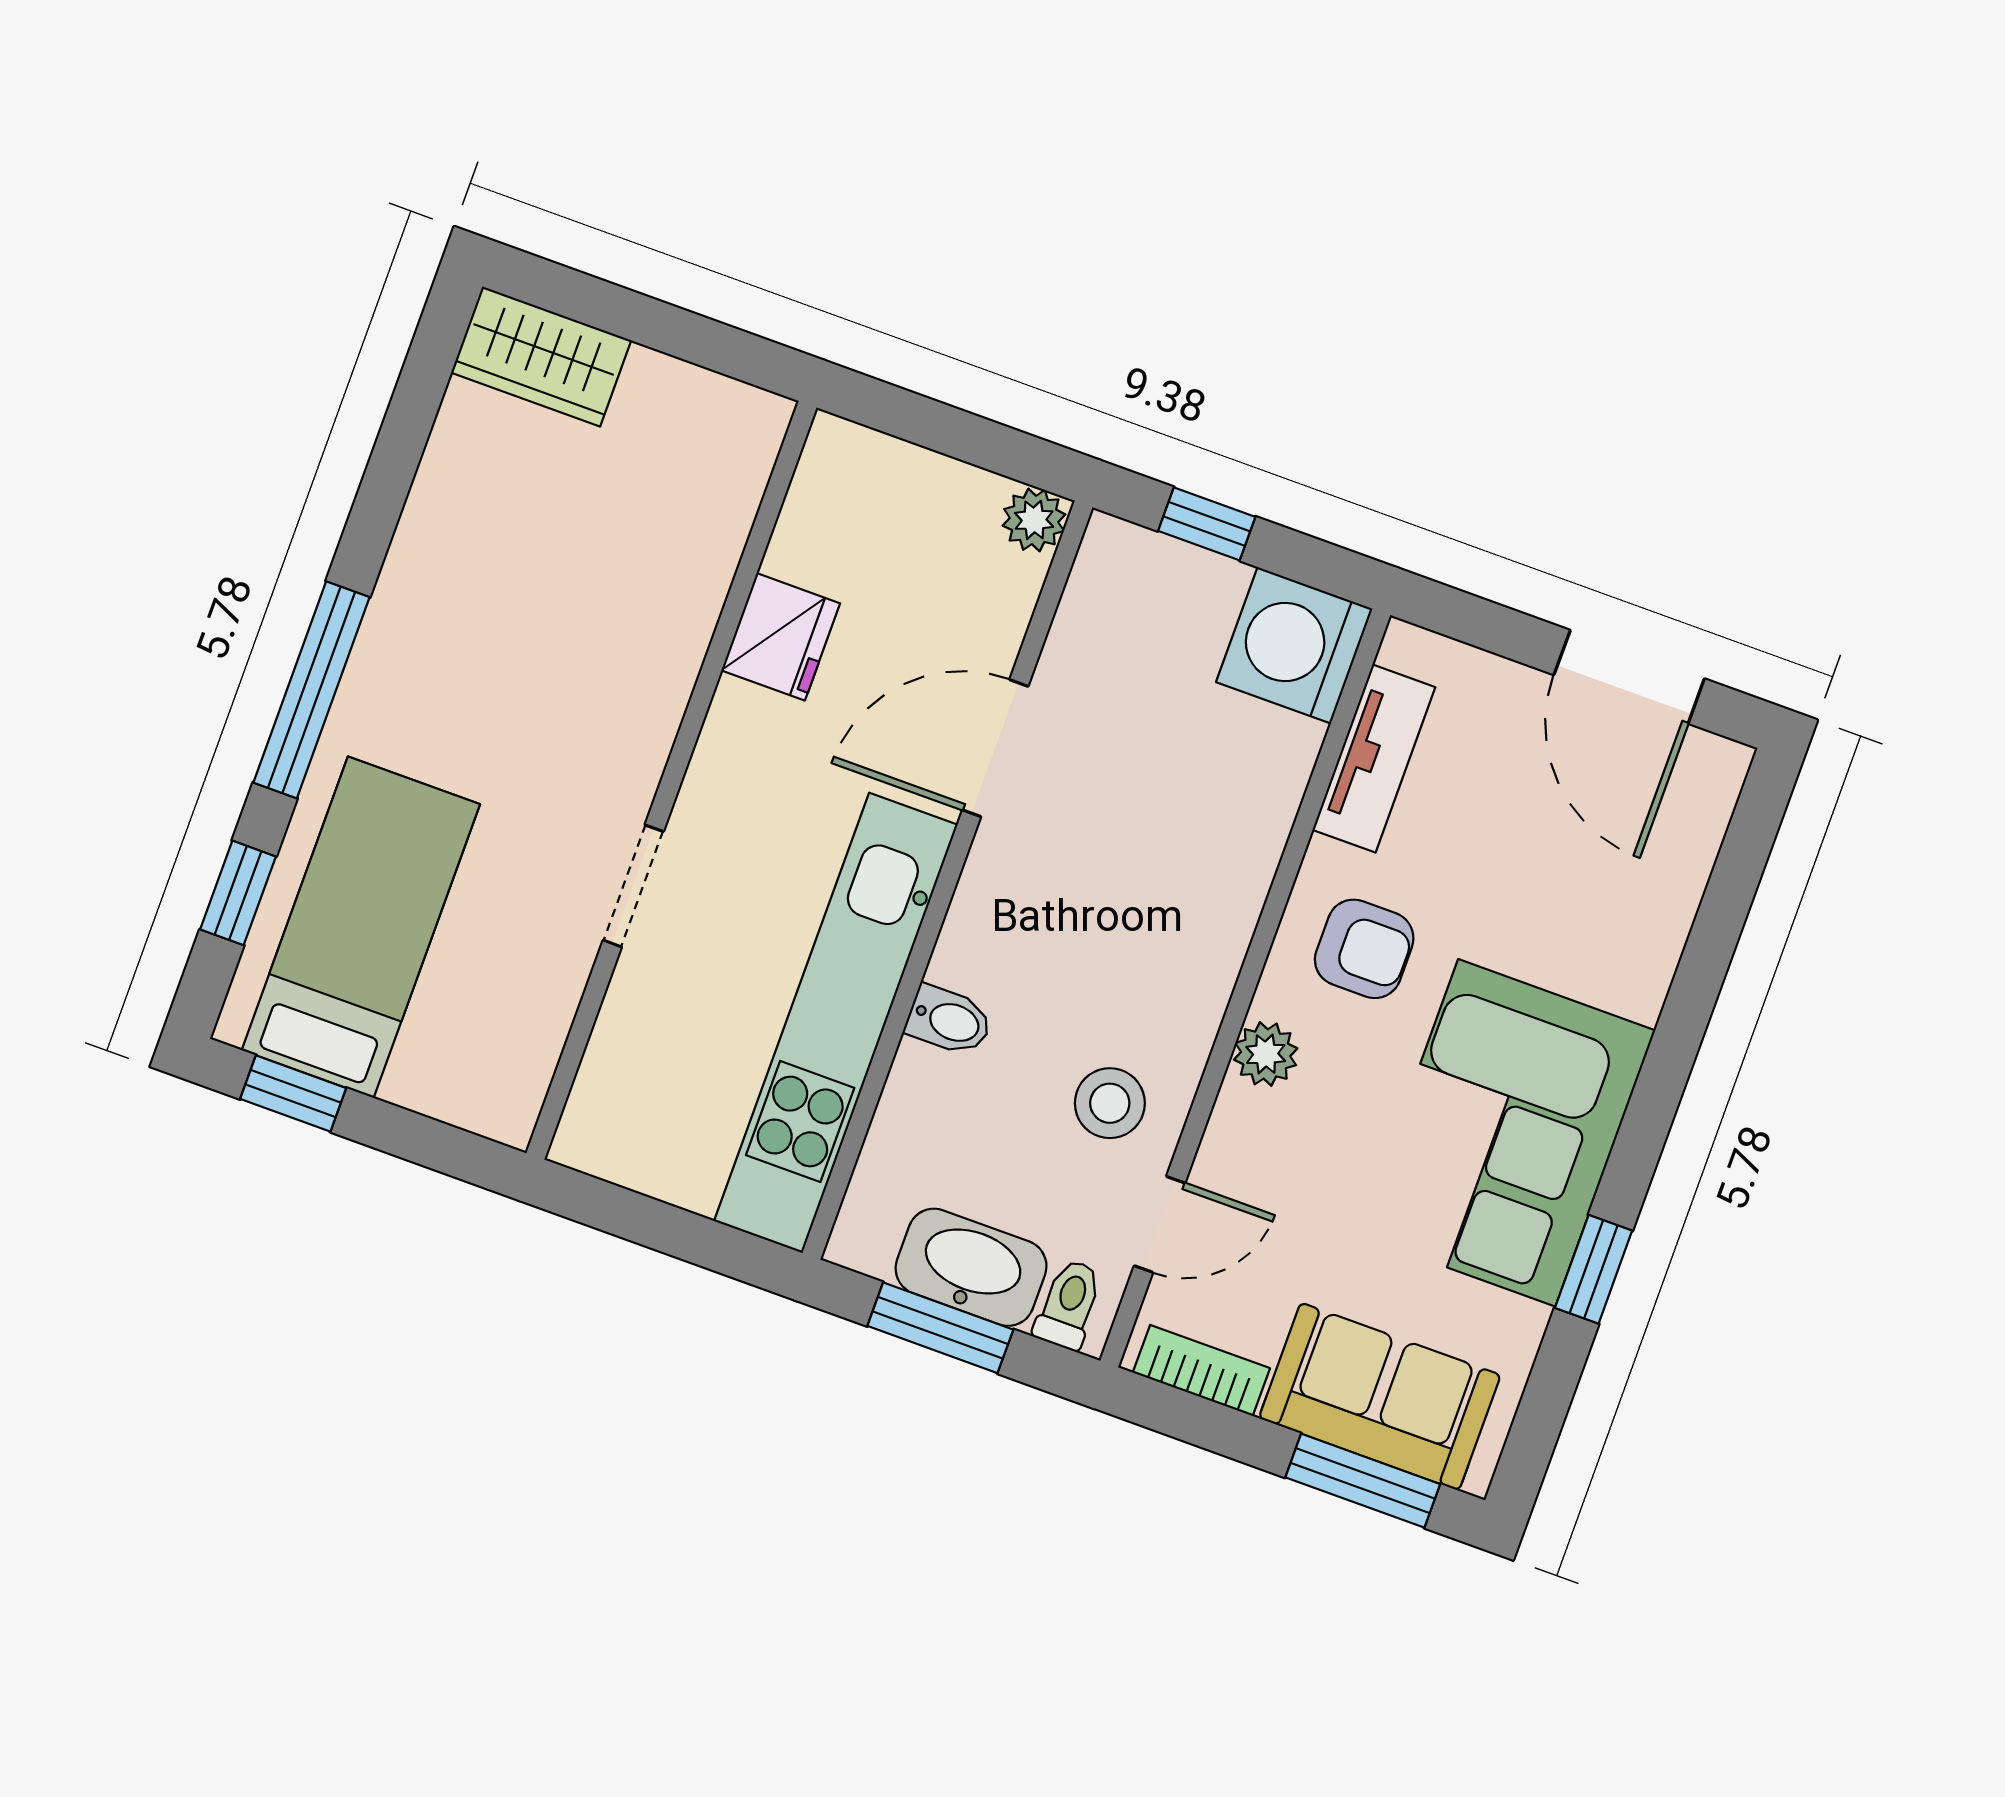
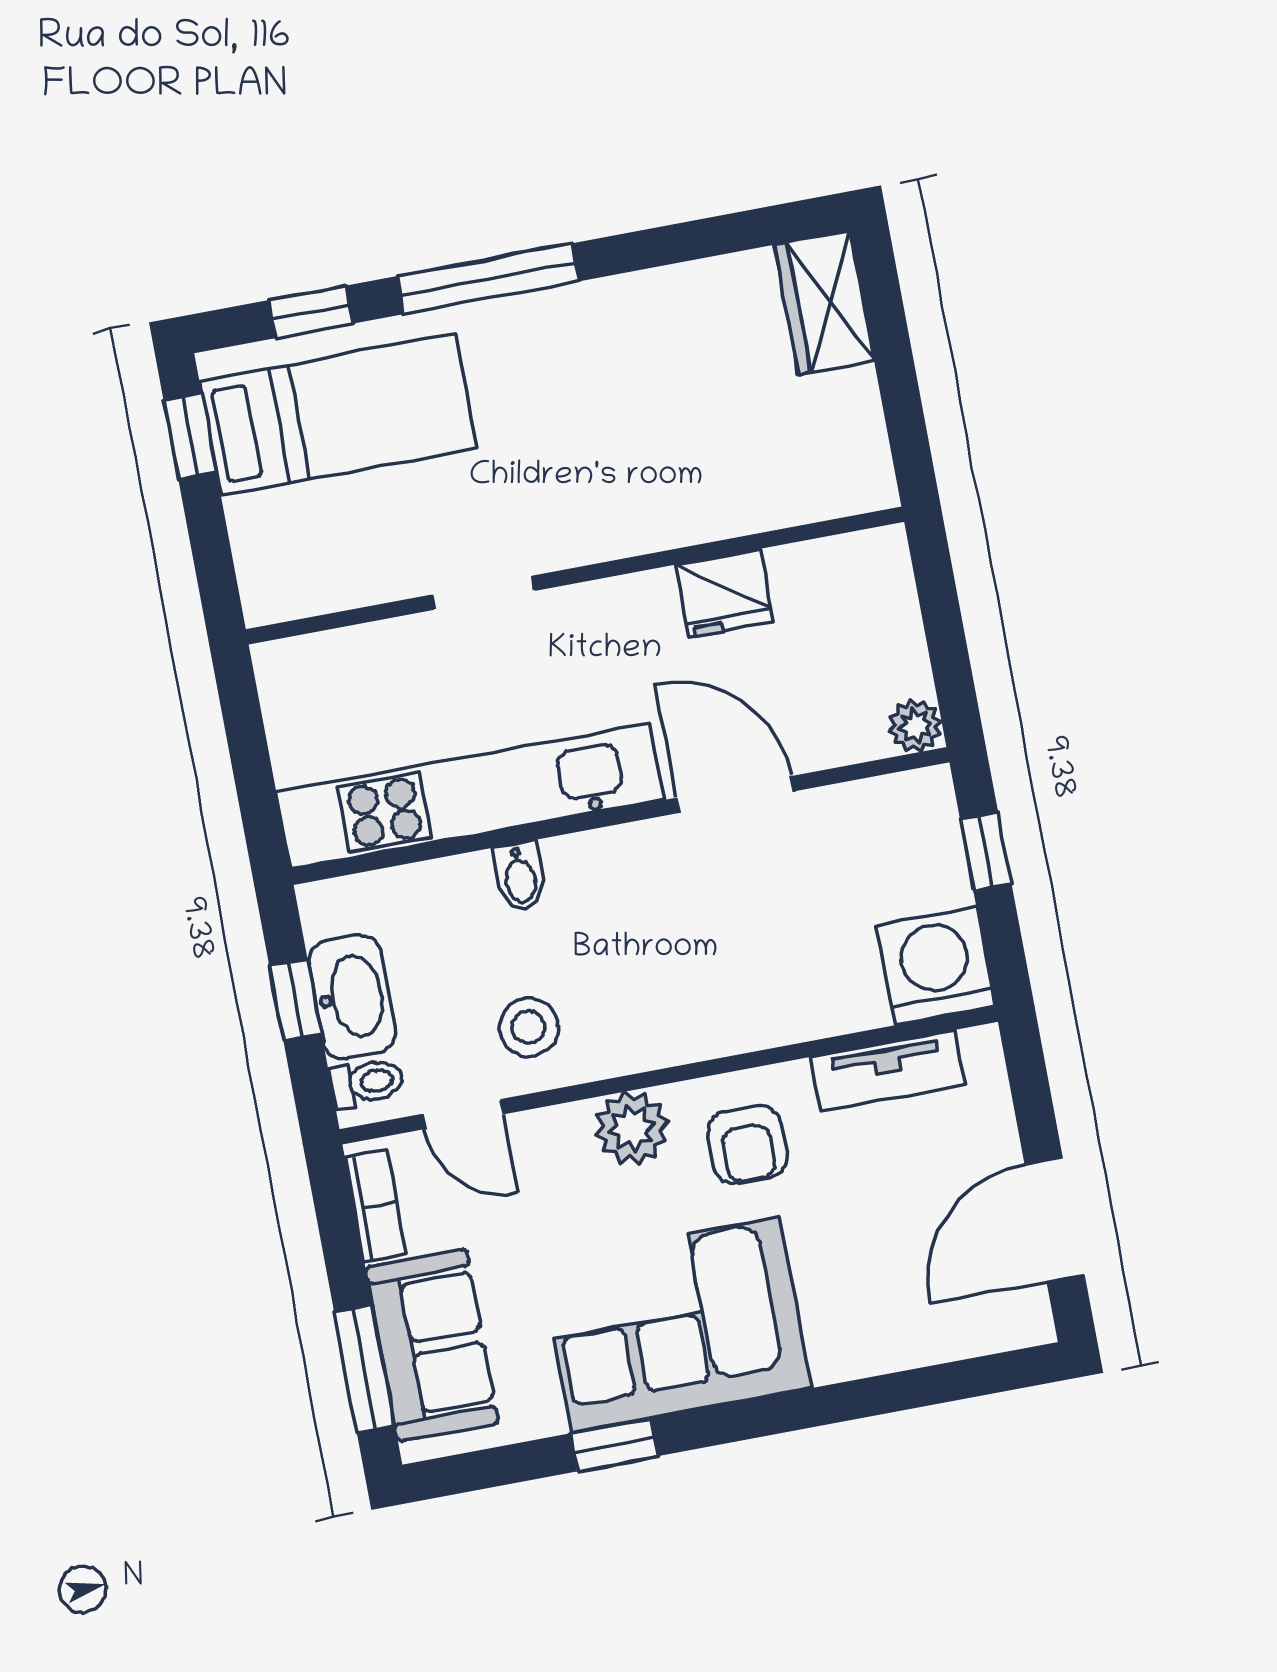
plant: (1266, 1054) -> (632, 1128), width x1.38, depth x1.38
window: (940, 1328) -> (296, 1000), width x0.67

